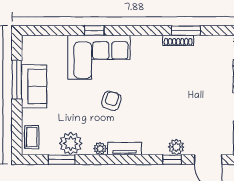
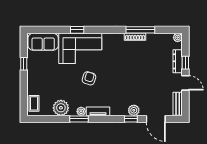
window: (186, 31) -> (140, 30), width x1.44
window: (17, 80) -> (24, 64), width x0.46
sofa: (34, 86) -> (43, 42), moved, turned 90
window: (62, 160) -> (79, 119), moved

